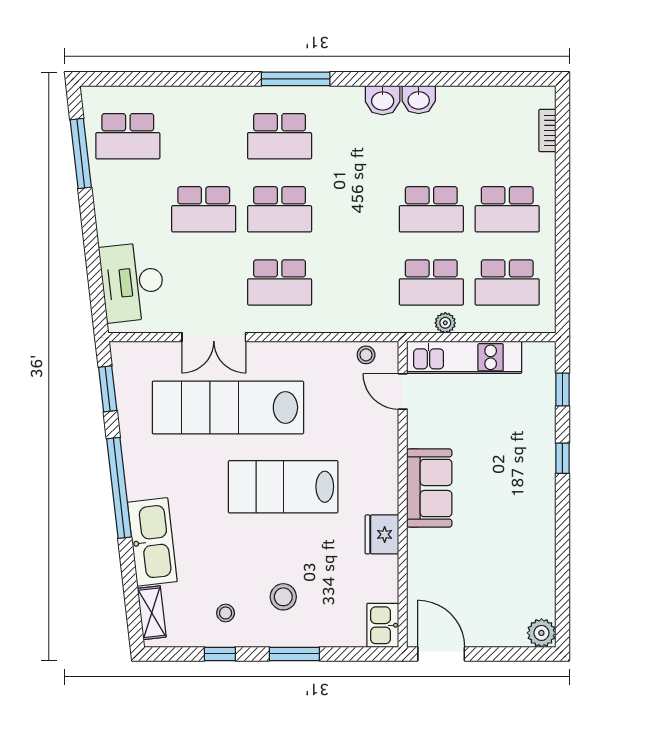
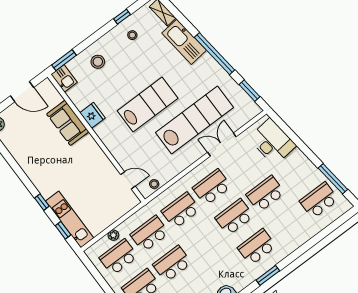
window: (296, 79) -> (268, 275), width x0.69
school desk: (355, 282) -> (181, 210), added
plant: (445, 323) -> (113, 235), moved
kitchen unit: (464, 357) -> (70, 219), moved, turned 90
sofa: (429, 488) -> (68, 123), moved
stool: (283, 597) -> (98, 62), moved
window: (294, 654) -> (64, 60), moved
door: (441, 654) -> (22, 92), moved

